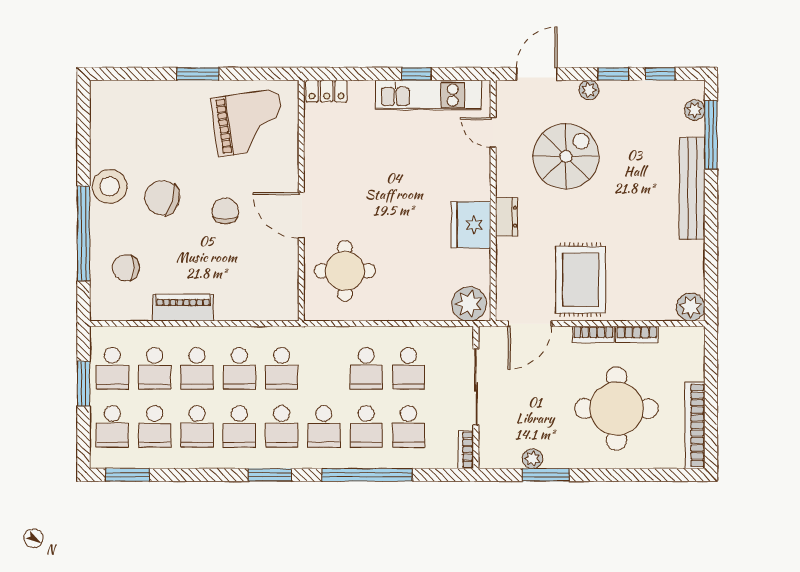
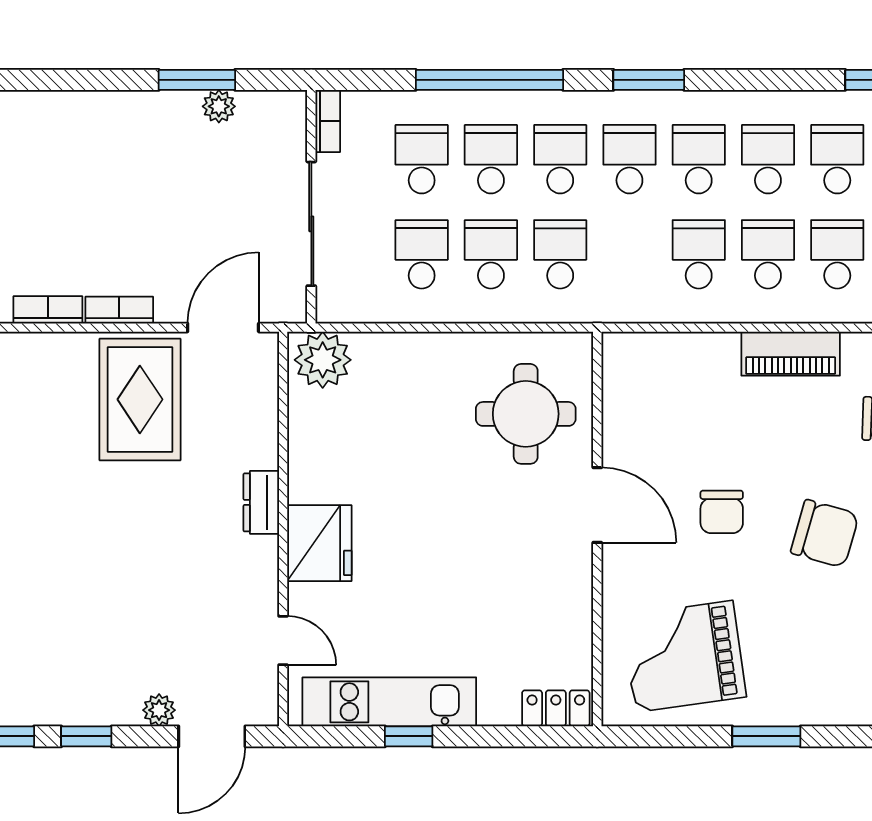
plant: (589, 90) -> (159, 710), moved
spiral stairs: (566, 156) -> (164, 601), removed
fridge: (471, 225) -> (319, 543), moved
school desk: (282, 368) -> (560, 254), moved
round table: (617, 409) -> (81, 188), removed

